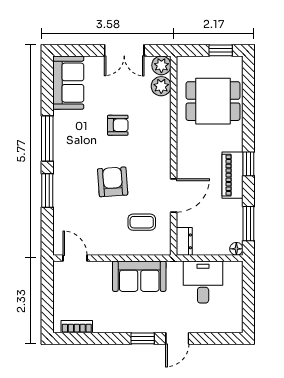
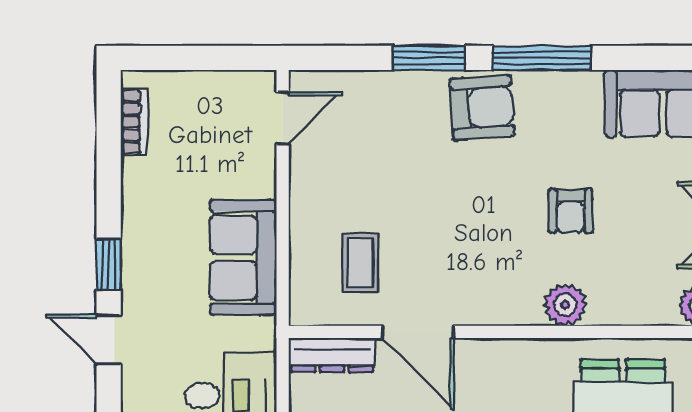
plant: (161, 86) -> (565, 305), moved
armchair: (113, 182) -> (482, 108), moved
dresser: (184, 241) -> (332, 355), width x1.44

